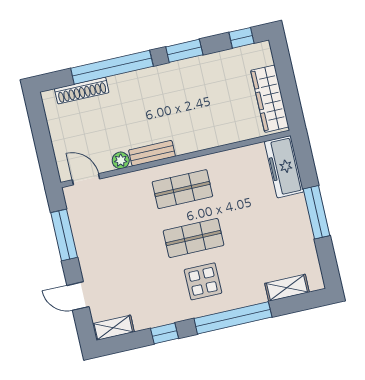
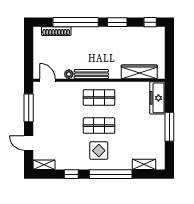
wardrobe: (270, 99) -> (139, 72), moved, turned 90
bench: (152, 153) -> (91, 74), width x1.36

